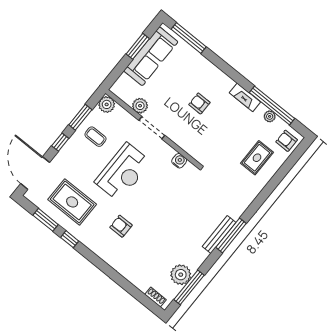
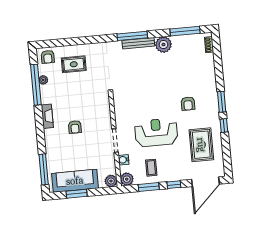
fireplace: (245, 97) -> (47, 116), moved
plant: (140, 106) -> (111, 181), moved
water cooler: (179, 161) -> (124, 160), moved
window: (46, 220) -> (222, 102), moved
plant: (181, 275) -> (163, 45), moved

